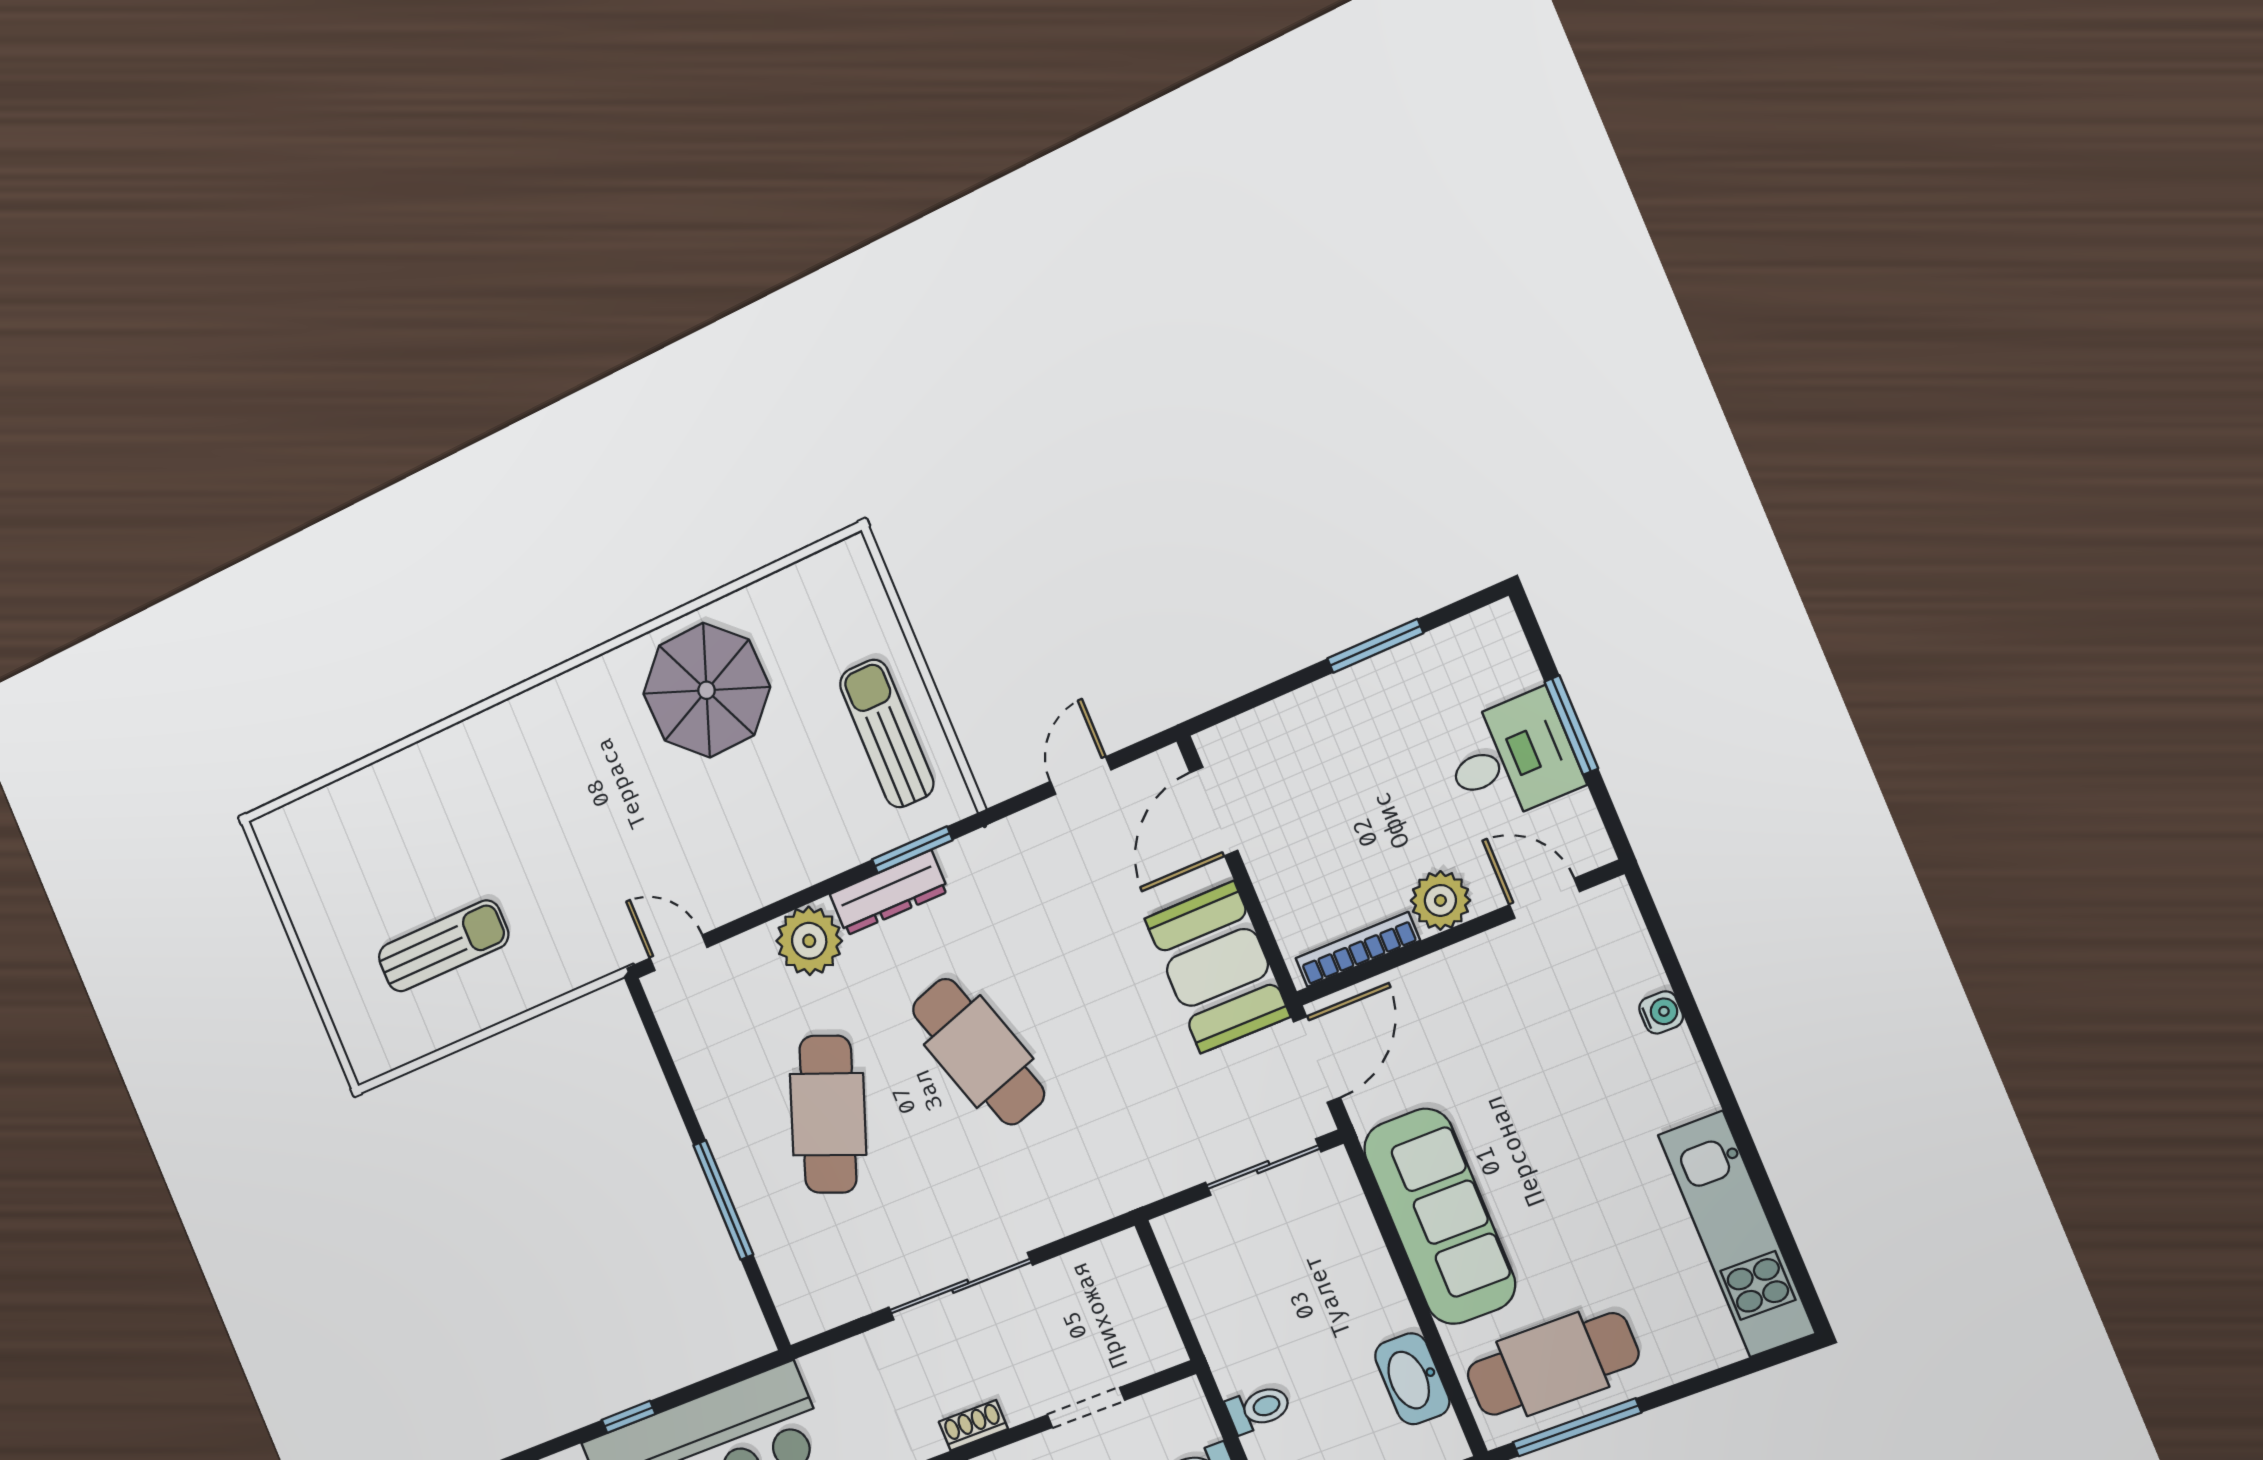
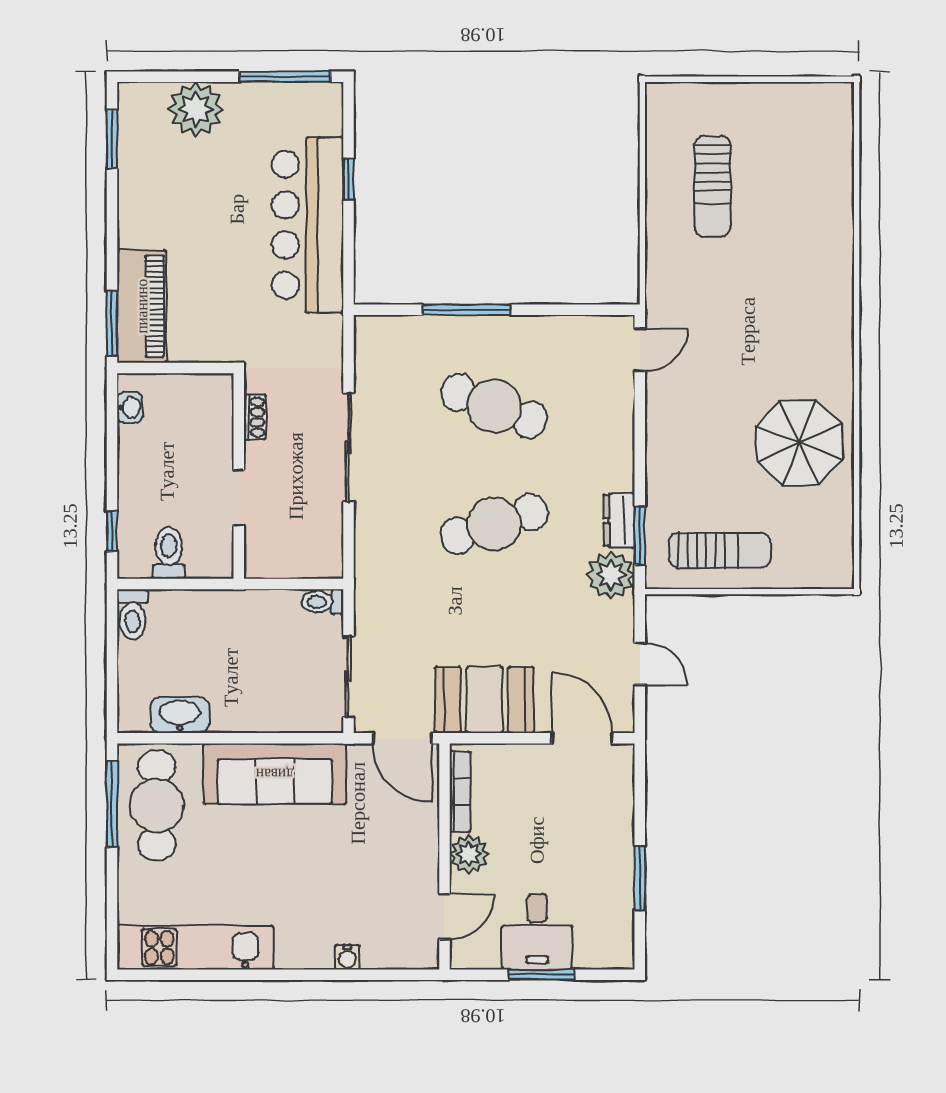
dresser: (889, 893) -> (619, 520), width x0.70
plant: (809, 941) -> (611, 575), moved
toilet: (1259, 1409) -> (323, 602), moved, turned 90

